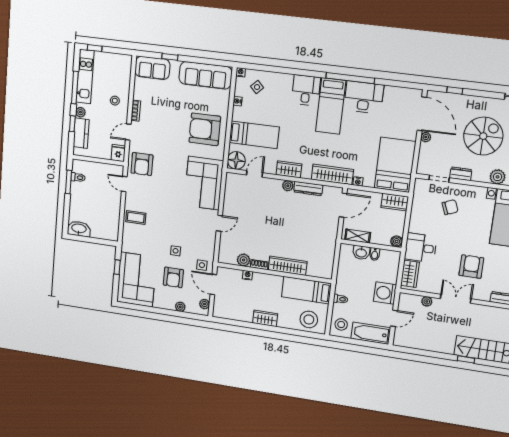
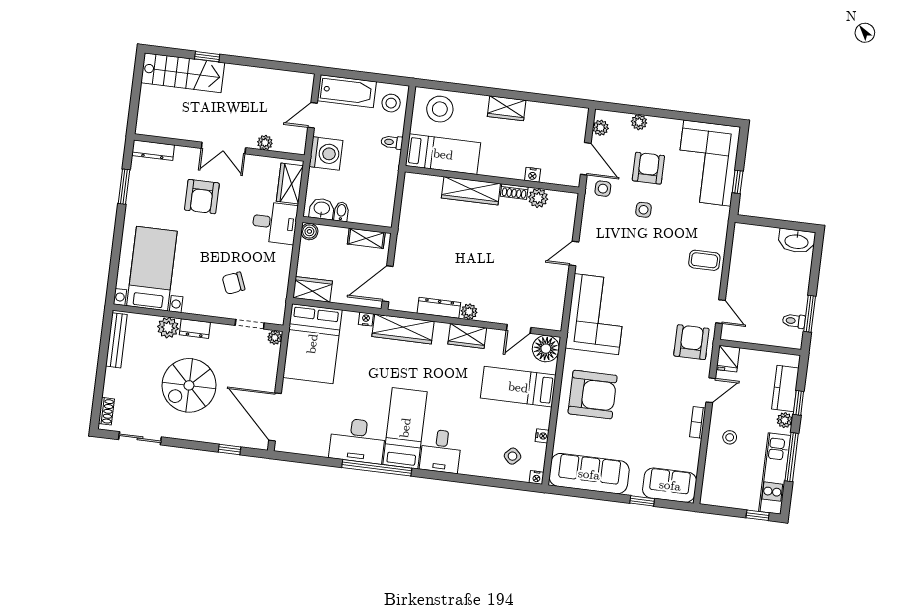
plant: (426, 137) -> (275, 337), moved
dresser: (461, 174) -> (195, 329), moved
washbasin: (361, 253) -> (322, 209), moved

